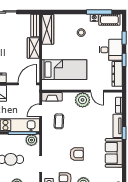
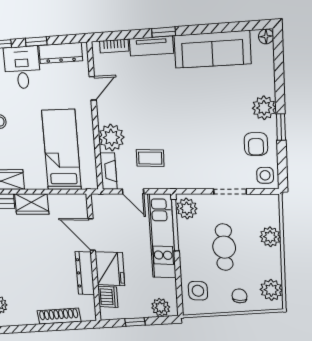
door: (27, 84) -> (92, 235), moved
plant: (83, 100) -> (111, 138), moved
sofa: (114, 153) -> (212, 49), width x1.36
armchair: (77, 154) -> (208, 123), removed

